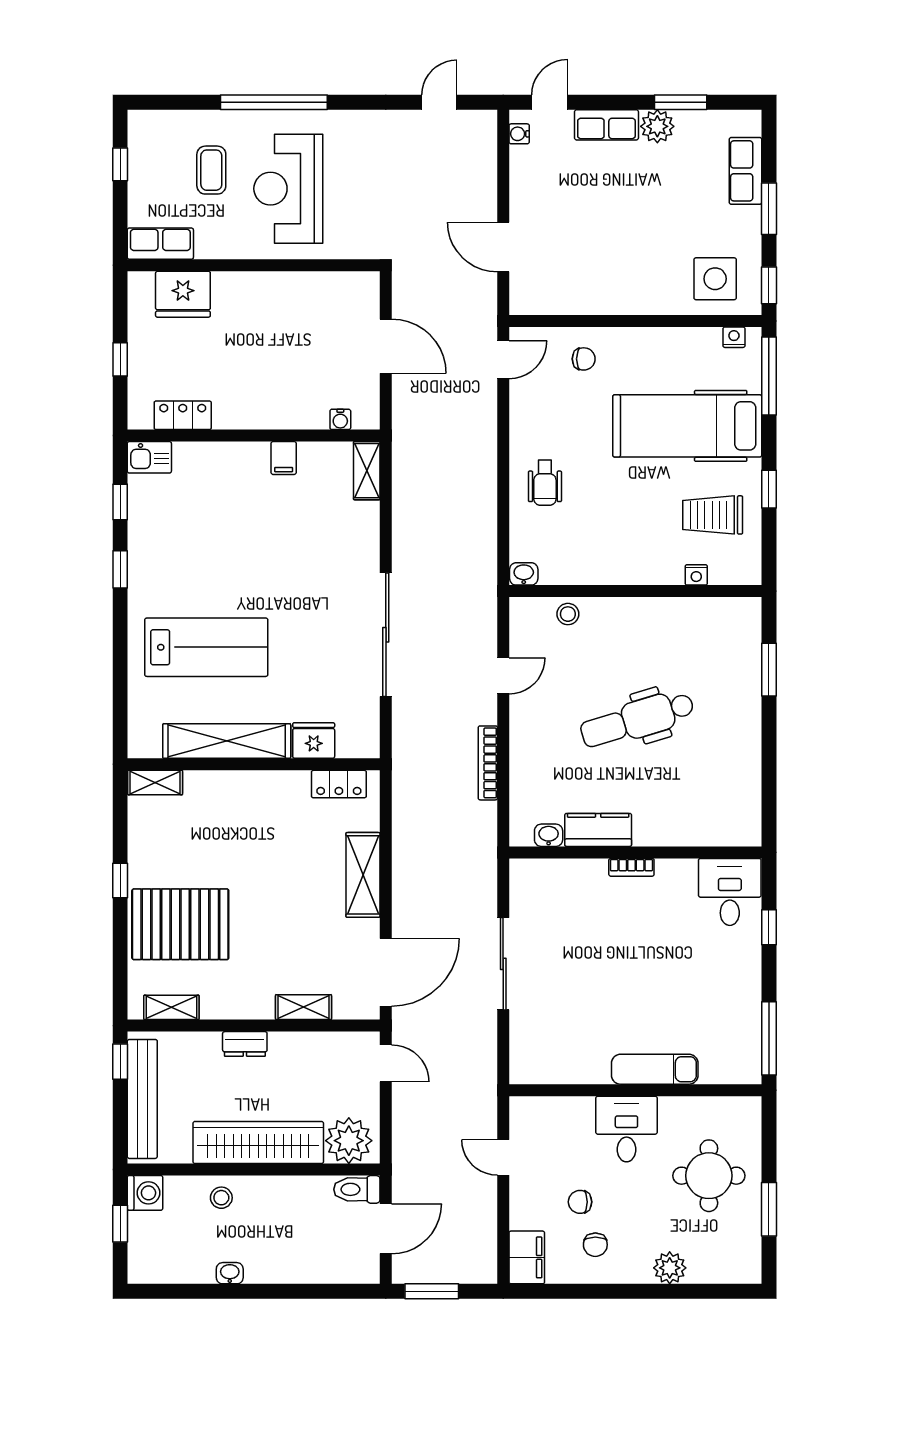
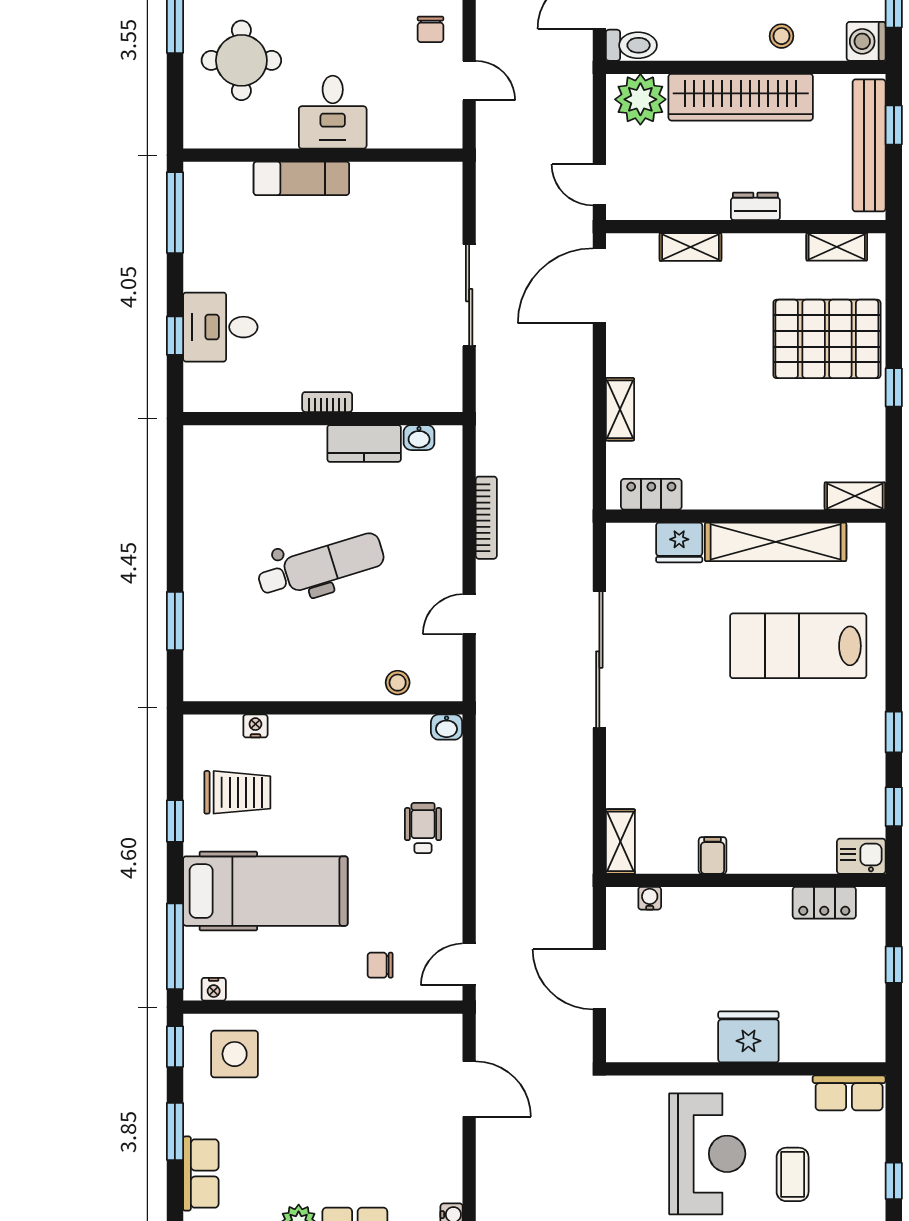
fridge: (183, 294) -> (748, 1037), moved
shelving: (363, 875) -> (620, 409), width x0.67, depth x0.75
desk: (730, 892) -> (220, 327), moved, turned 90
window: (120, 1062) -> (894, 125), moved
chair: (580, 1202) -> (430, 29), moved, turned 90

